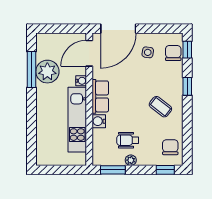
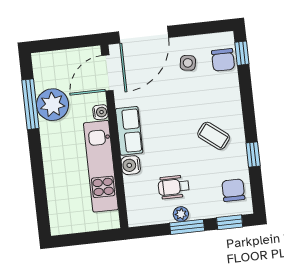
chair: (173, 53) -> (223, 60), turned 180
window: (187, 86) -> (253, 154), moved
window: (113, 170) -> (187, 227), moved

